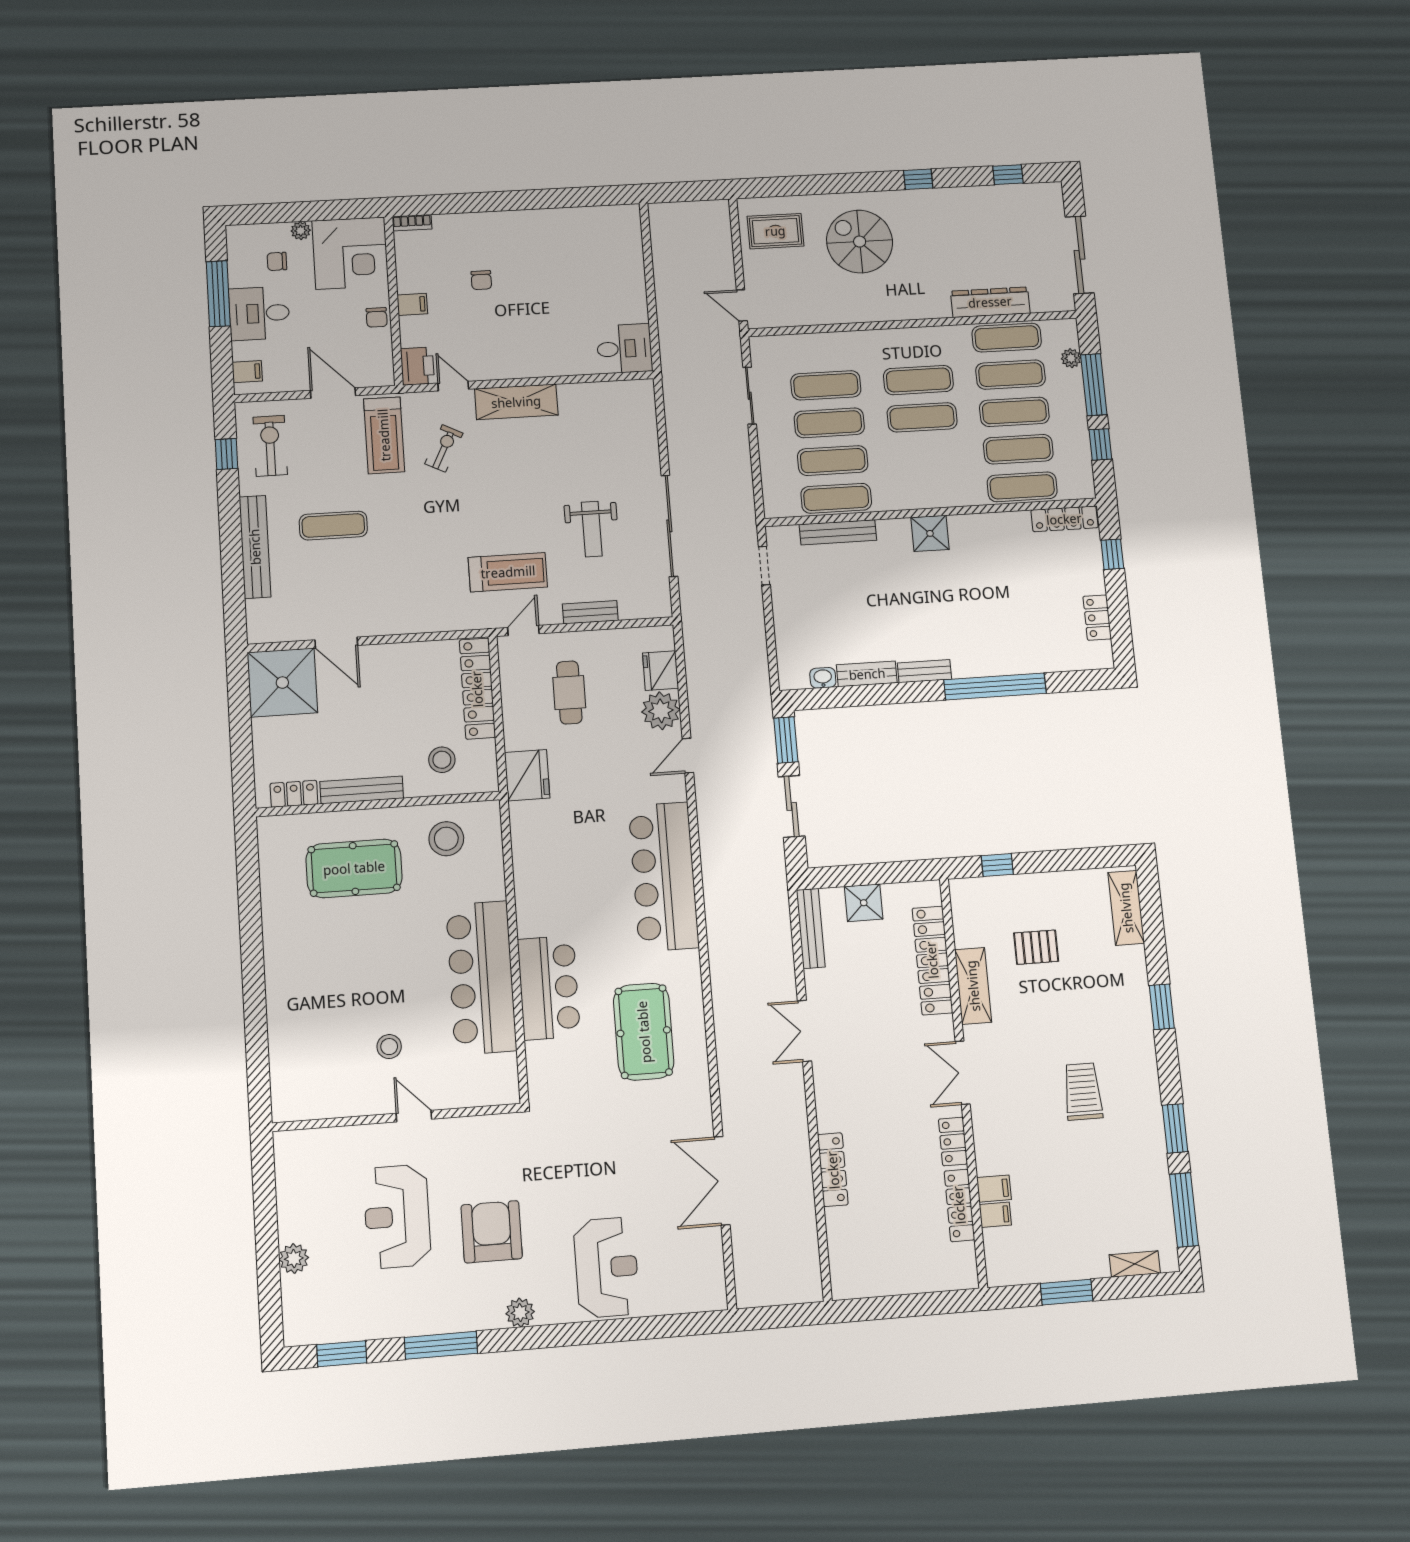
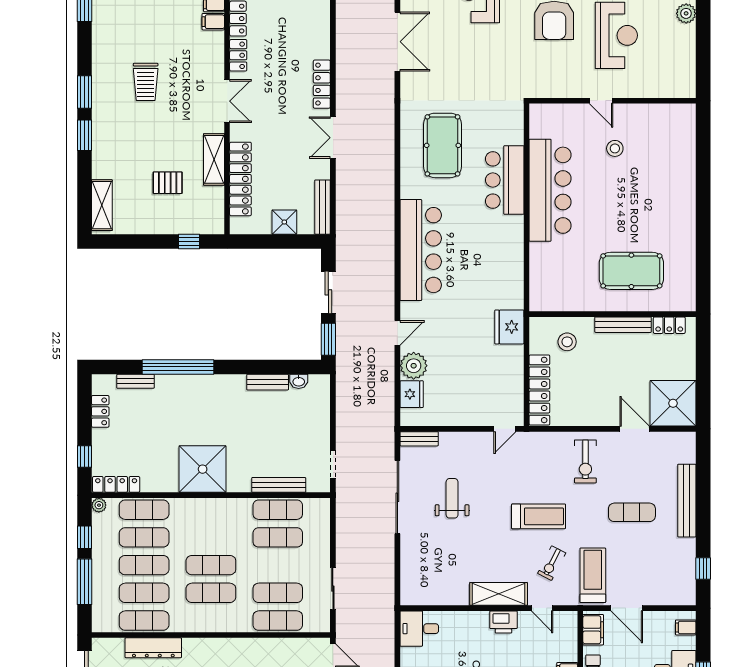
plant: (1071, 358) -> (99, 505), moved
filing cabinet: (379, 361) -> (593, 630), added
printer: (417, 366) -> (503, 622), moved, turned -90
exercise mat: (829, 423) -> (278, 621), moved
exercise bike: (270, 446) -> (585, 461), moved
shower: (930, 533) -> (203, 469), width x1.86, depth x1.86
treadmill: (508, 572) -> (539, 516), moved, turned 180
bench: (590, 612) -> (419, 439), moved
bench: (924, 671) -> (135, 381), moved
cafe table: (569, 693) -> (476, 383), removed
stool: (446, 839) -> (568, 287), removed
double door: (805, 1031) -> (333, 138), swing flipped
window: (1175, 1128) -> (85, 92), moved
locker: (833, 1170) -> (322, 84), moved

